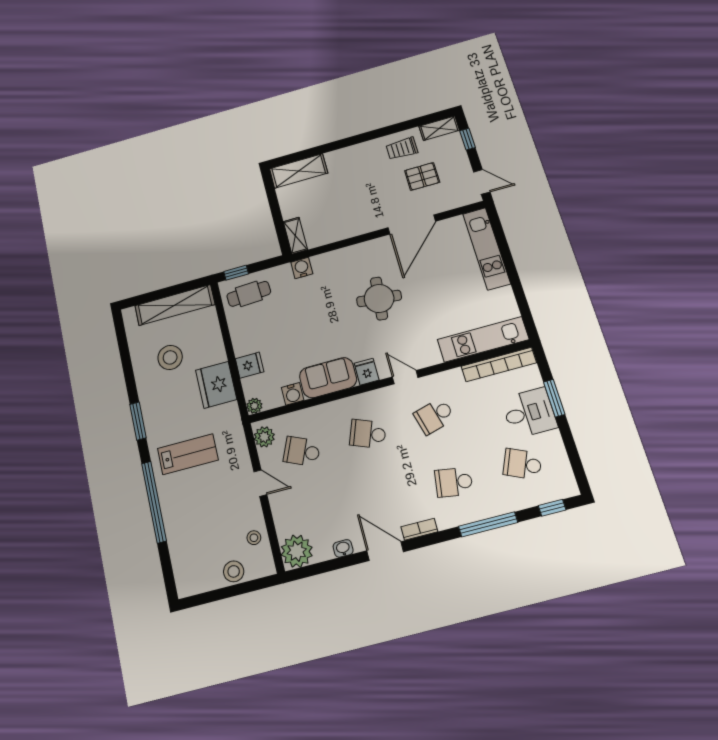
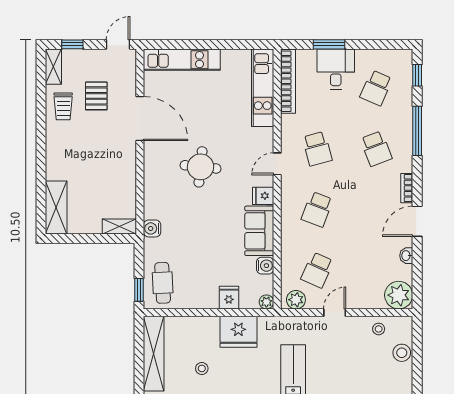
stool: (170, 357) -> (202, 368), width x0.53, depth x0.53
school desk: (454, 482) -> (376, 149), turned -30

